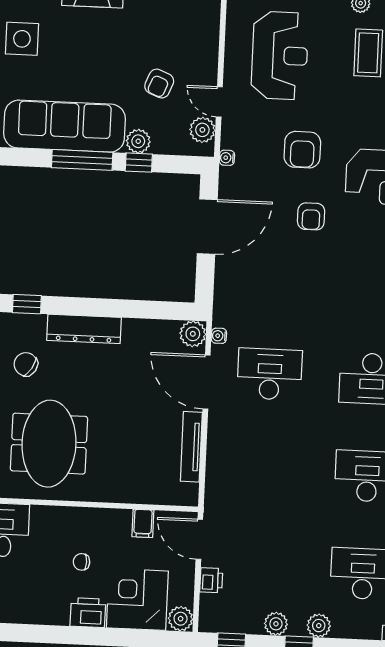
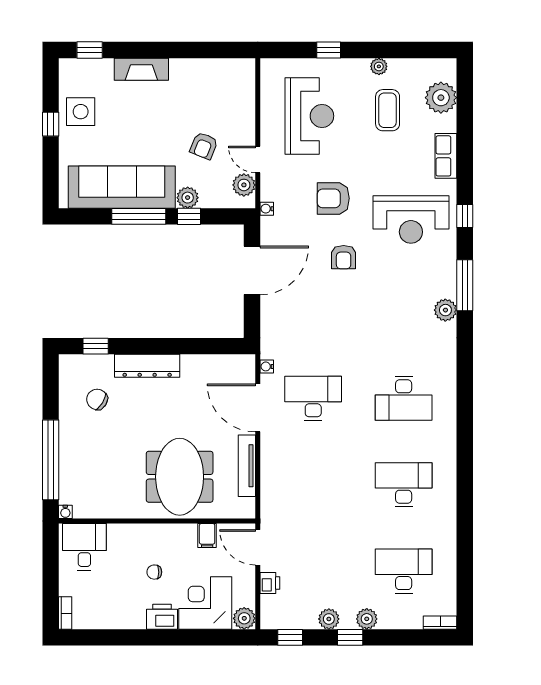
armchair: (302, 150) -> (333, 198), turned 90
plant: (193, 334) -> (244, 366), removed
meeting table: (49, 444) -> (180, 477), moved

